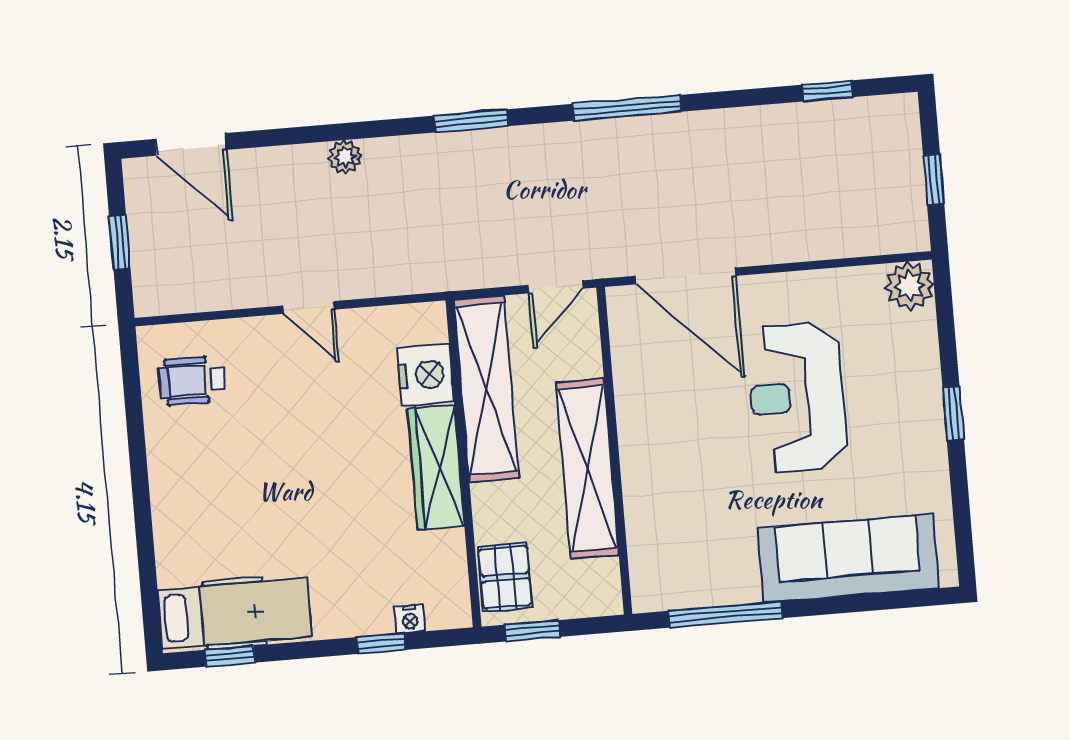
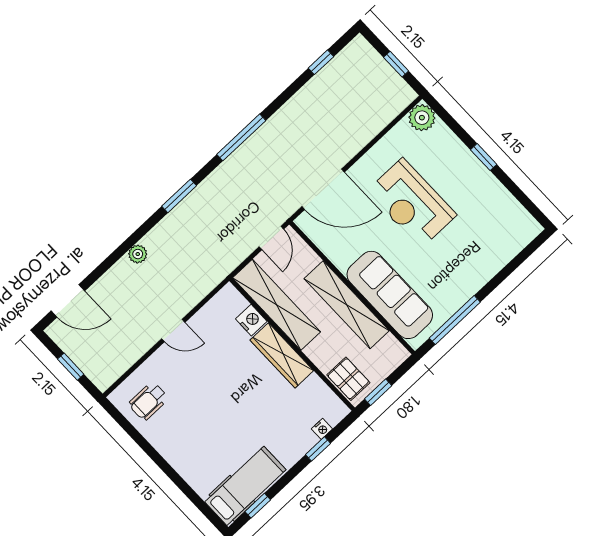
nightstand: (425, 375) -> (251, 320), width x0.74, depth x0.75
sofa: (848, 558) -> (390, 295), moved, turned 90

